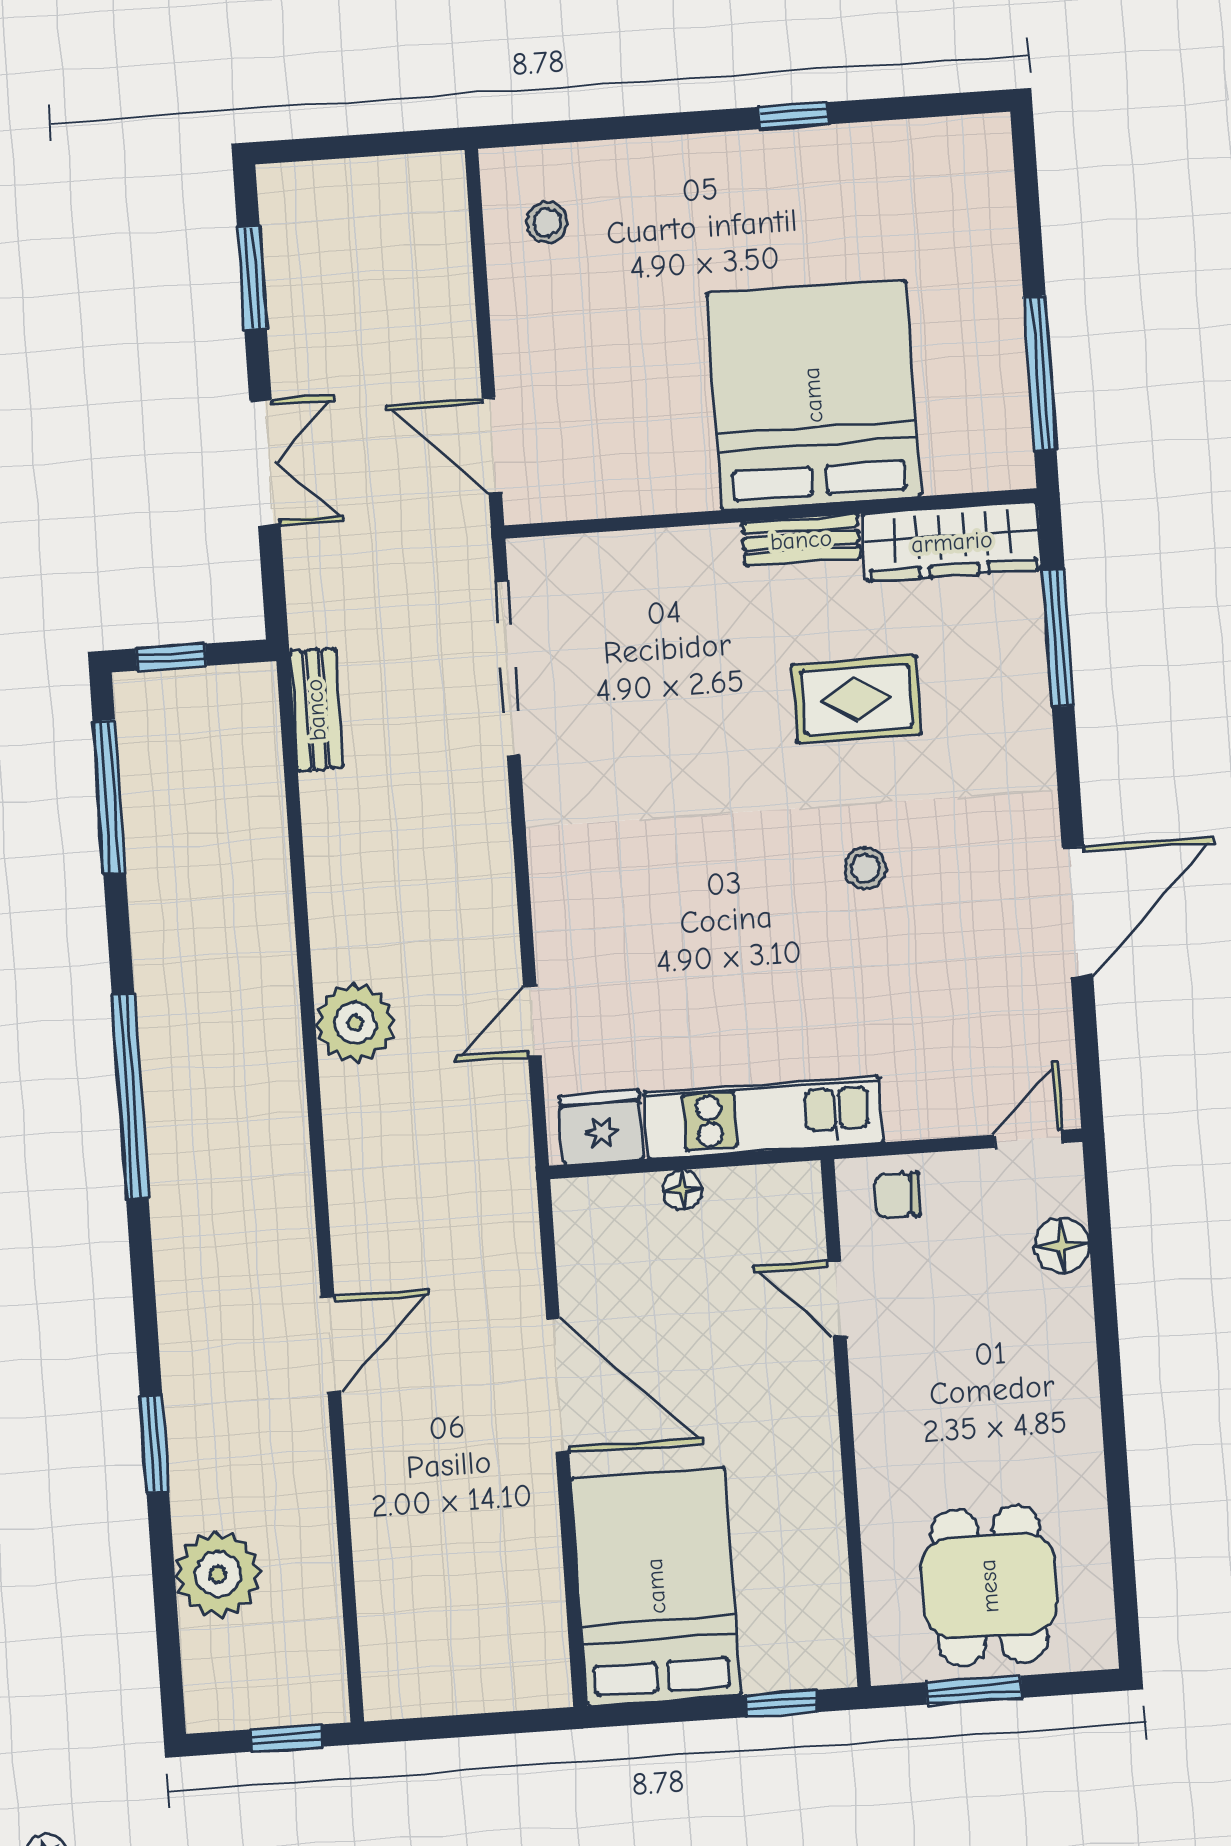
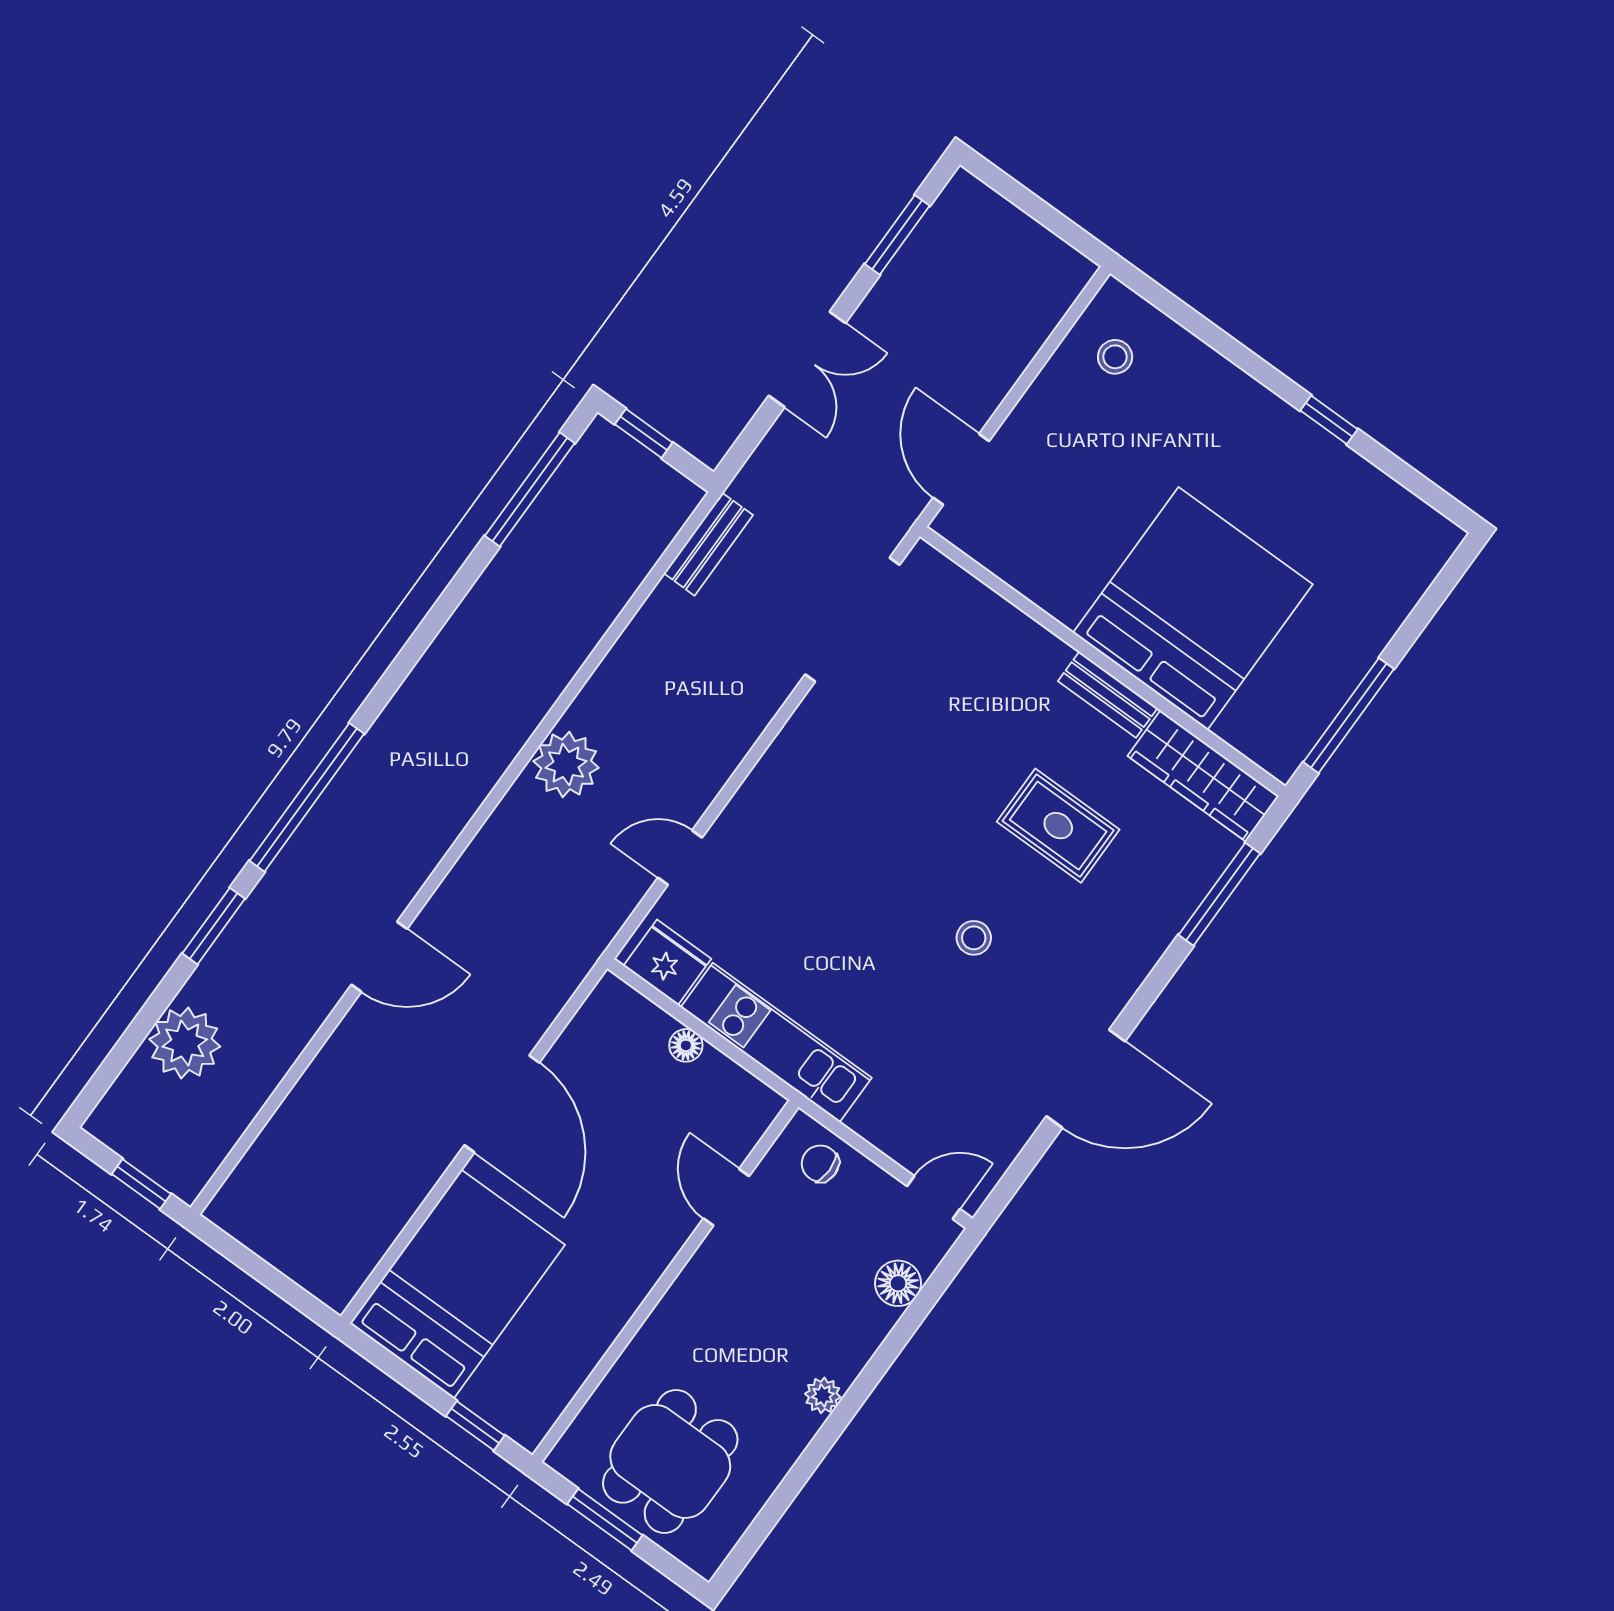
window: (130, 1096) -> (307, 797), moved
plant: (1079, 1407) -> (823, 1395), added

